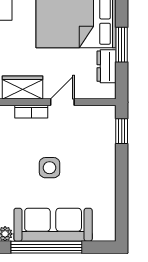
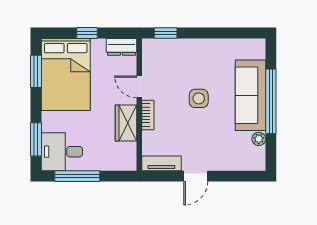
window: (122, 45) -> (87, 33), width x0.67
dresser: (106, 66) -> (122, 47), moved

